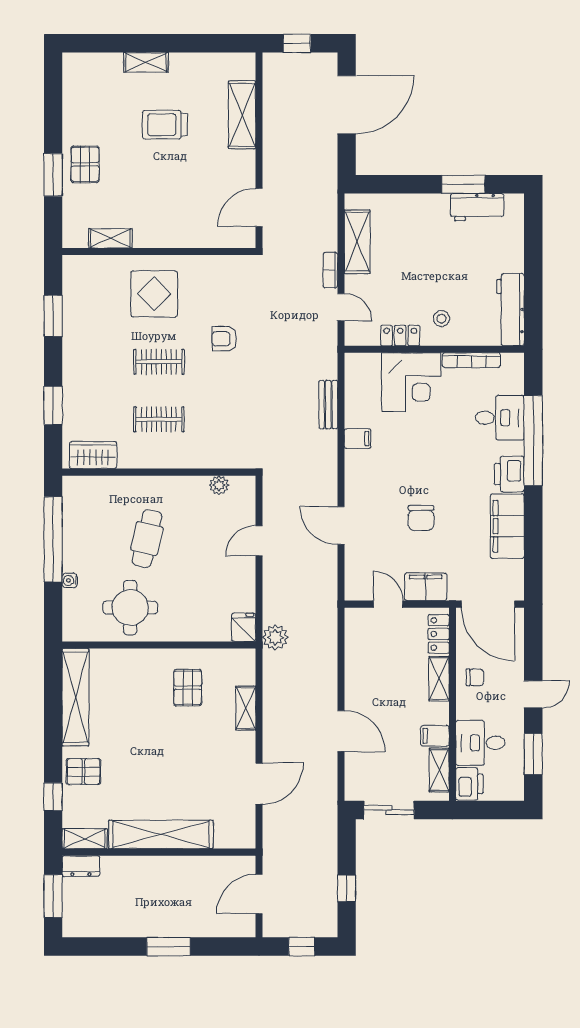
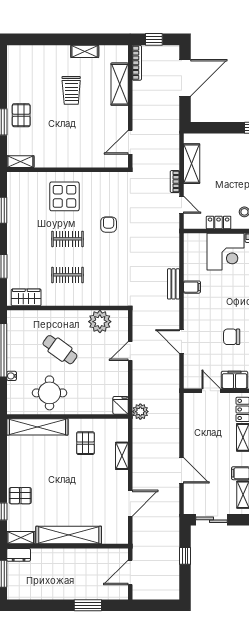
shelving: (146, 62) -> (85, 51), moved
bookcase: (270, 81) -> (137, 63), added
trolley: (165, 125) -> (71, 90), turned -90
shelving: (110, 238) -> (20, 162), moved
armchair: (225, 339) -> (109, 225), turned 90
bench: (328, 405) -> (174, 284), moved
plant: (219, 485) -> (100, 322), width x1.88, depth x1.88
chair: (421, 518) -> (232, 337), turned 90
cafe table: (147, 539) -> (60, 350), turned -67
shelving: (76, 697) -> (37, 427), moved, turned 90
window: (347, 888) -> (185, 556), moved
window: (169, 947) -> (88, 605), moved
window: (302, 947) -> (157, 605), removed

